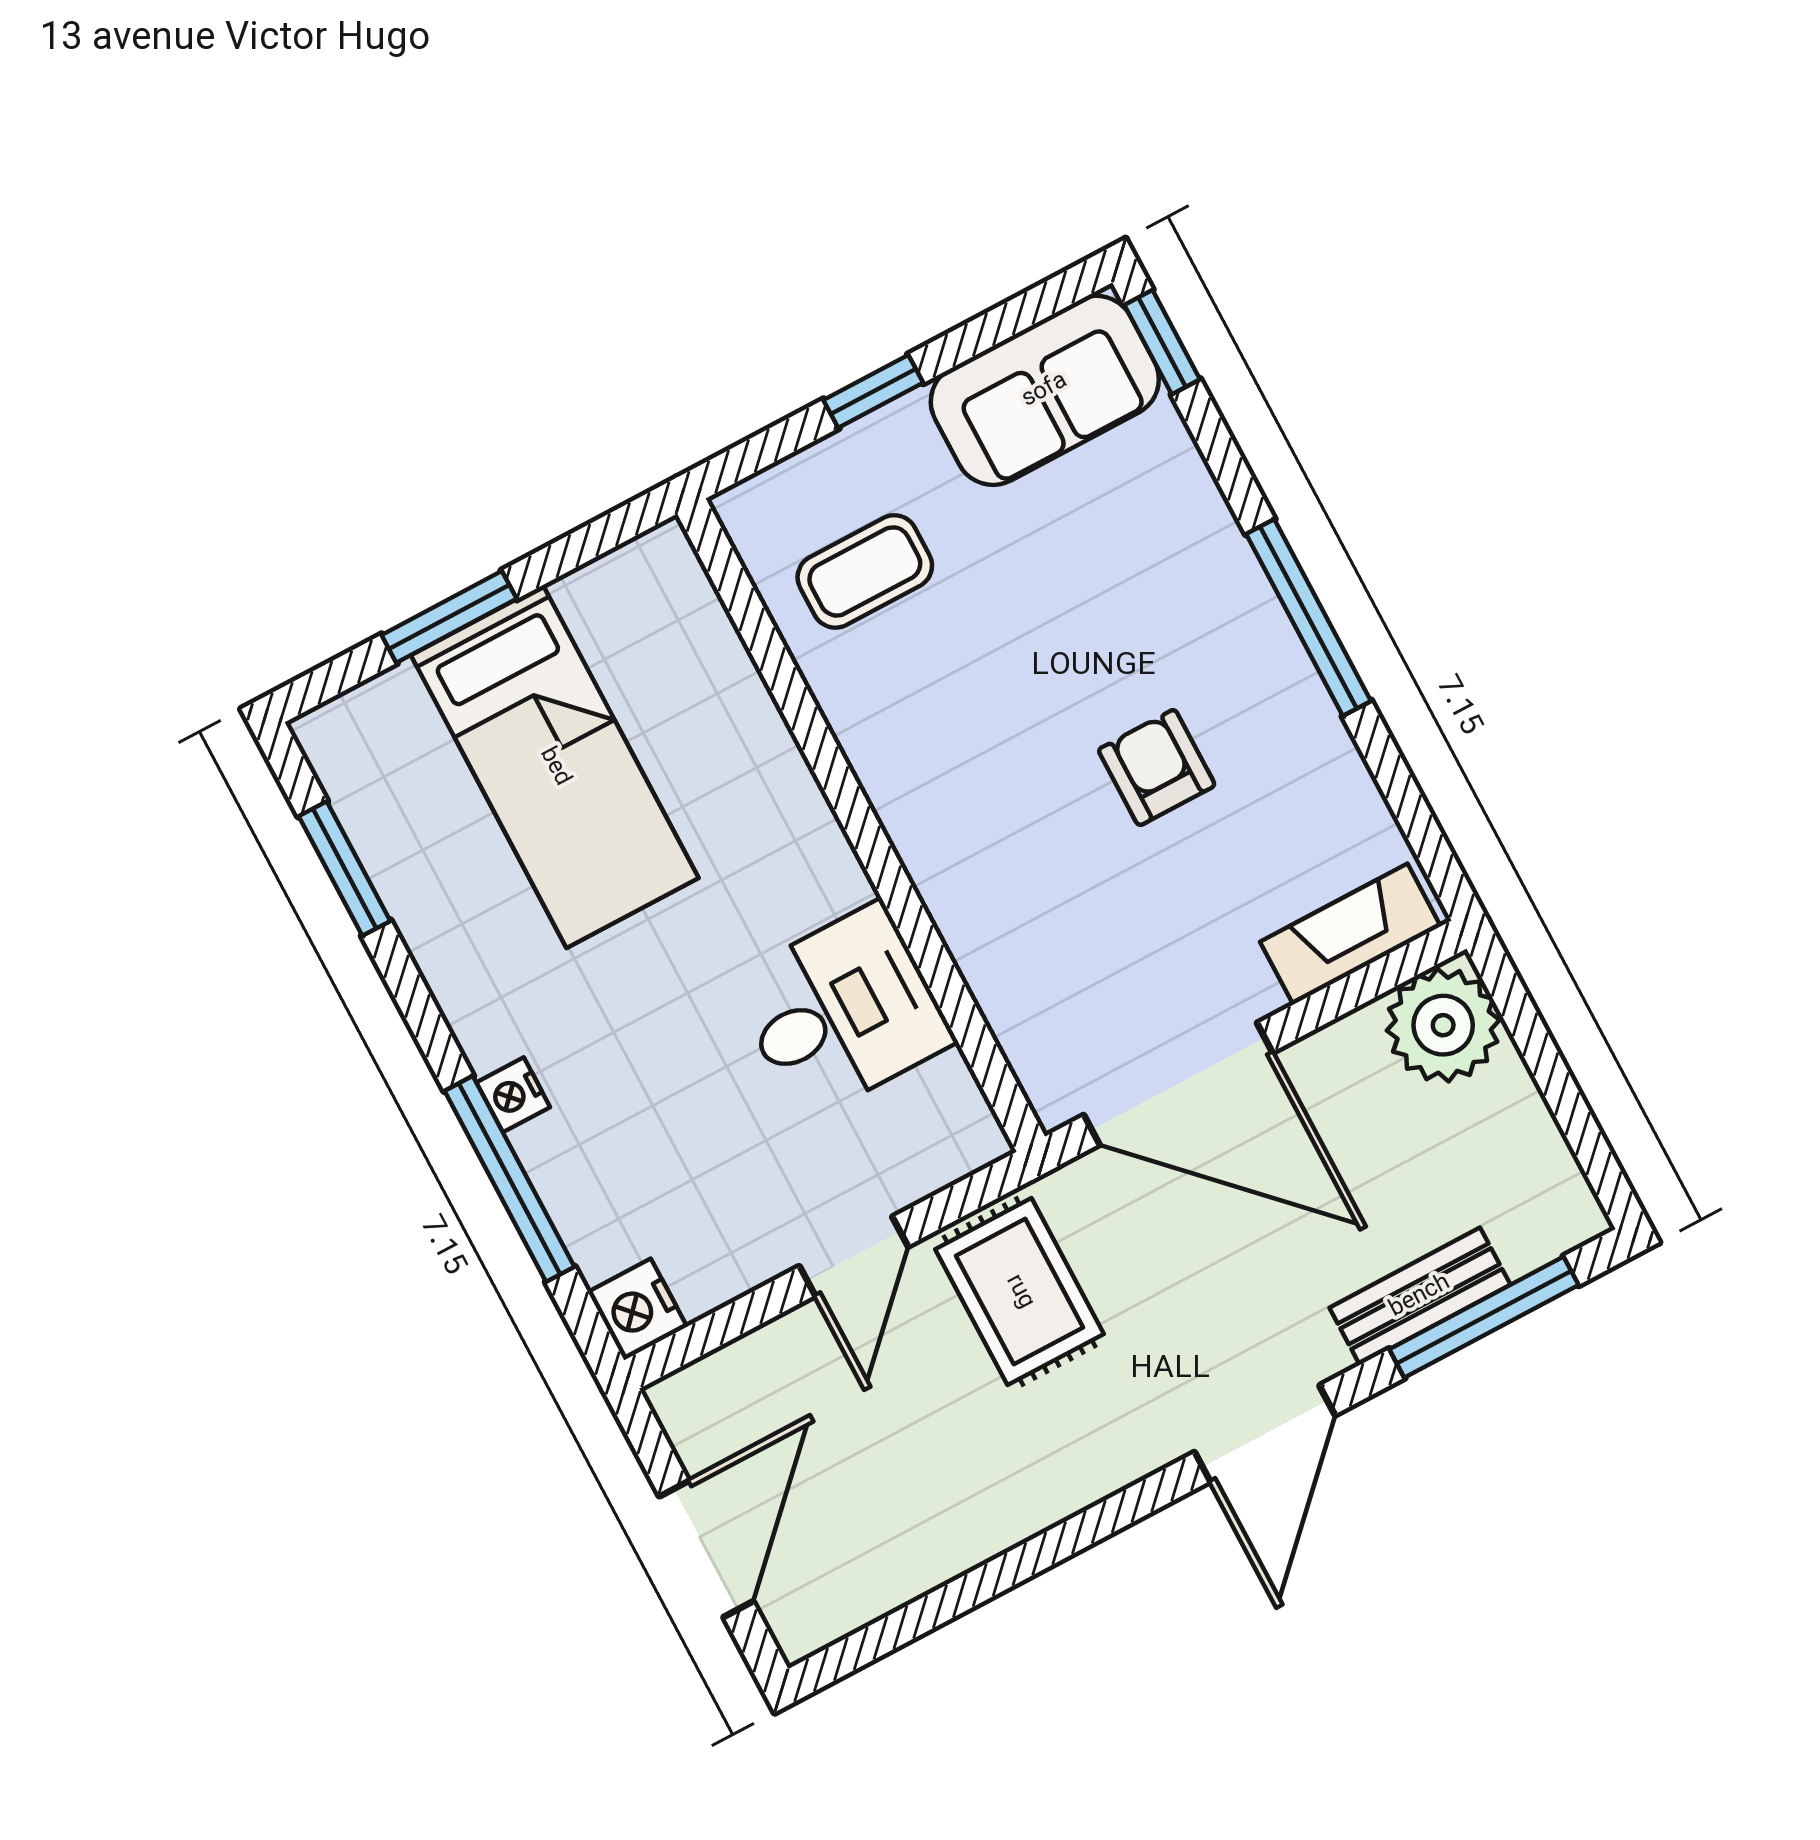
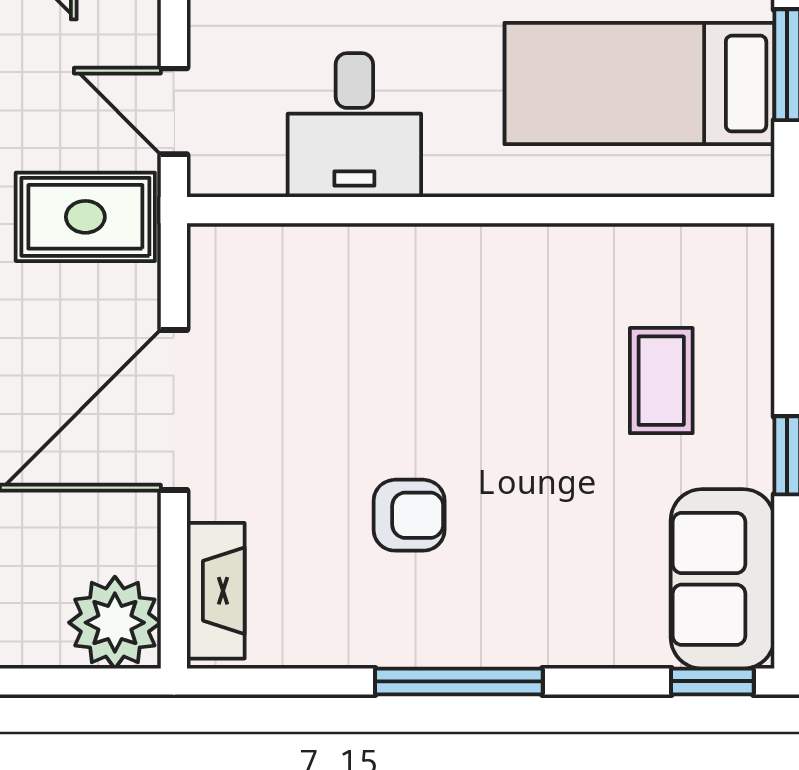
wall: (861, 825) -> (481, 210), moved
desk: (842, 1011) -> (354, 125), moved

